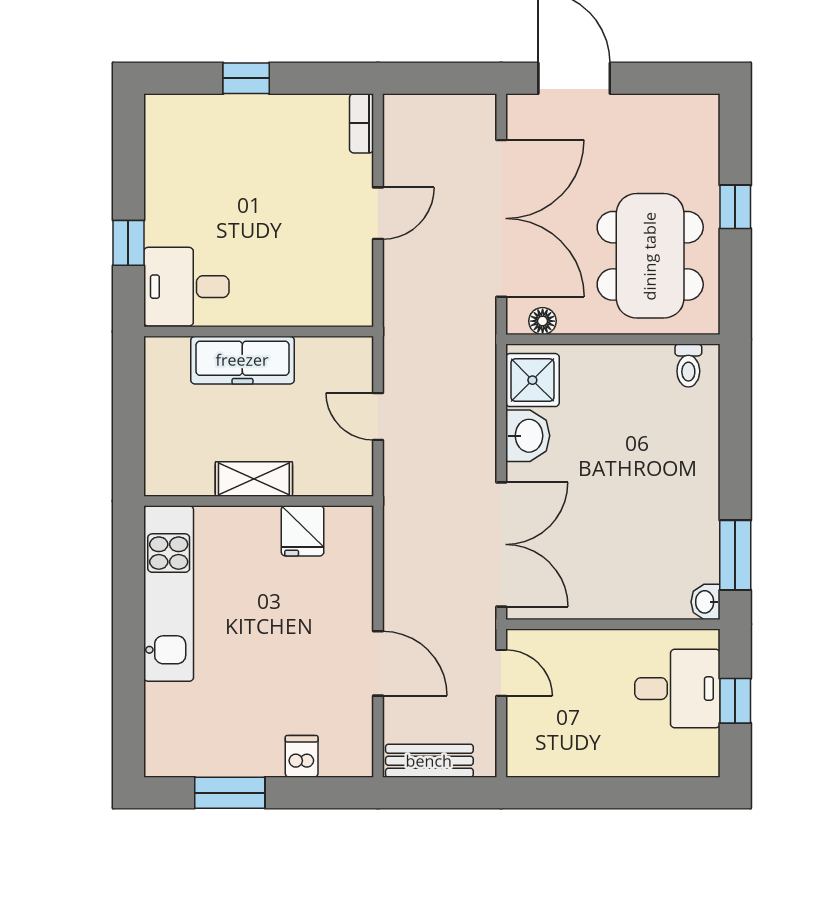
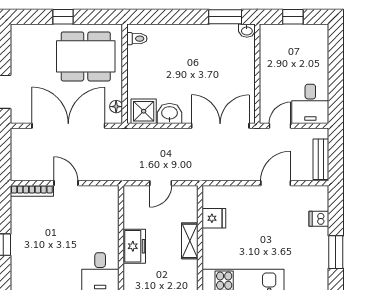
bookcase: (361, 123) -> (32, 191), width x1.56
freezer: (242, 360) -> (134, 246), width x0.71
desk: (677, 689) -> (310, 104), moved, turned 180

